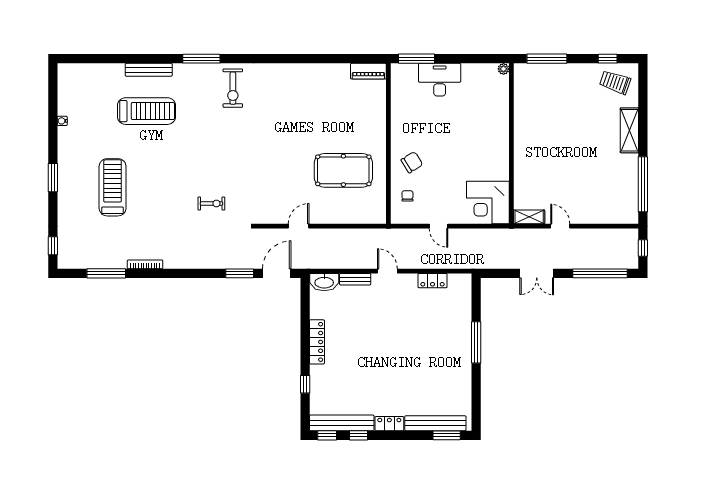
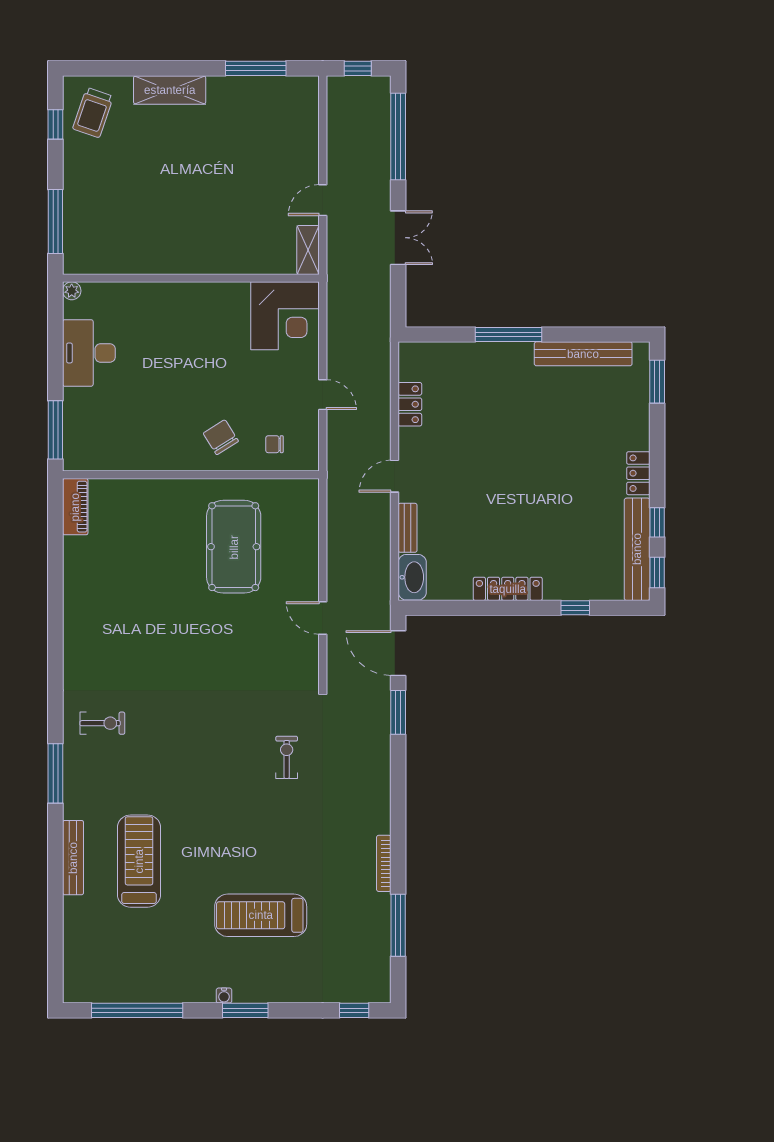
desk: (440, 80) -> (89, 353), moved
exercise bike: (233, 88) -> (102, 723), width x0.73, depth x0.72
window: (53, 110) -> (137, 1010), added
water cooler: (62, 121) -> (224, 996), moved
window: (643, 184) -> (256, 68), width x0.68
door: (439, 226) -> (323, 395), hinge flipped
bench: (435, 423) -> (583, 354), moved, turned 90

